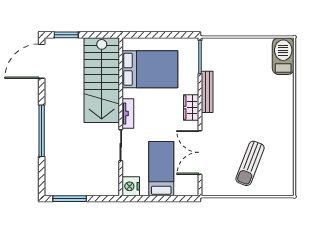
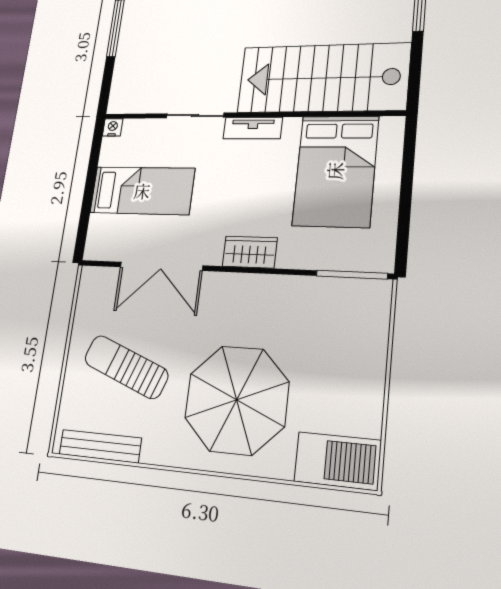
bench: (207, 92) -> (100, 446), moved
parasol: (261, 106) -> (237, 400), added
double door: (200, 152) -> (161, 266), swing flipped
nightstand: (131, 186) -> (113, 127), width x0.53, depth x0.56

